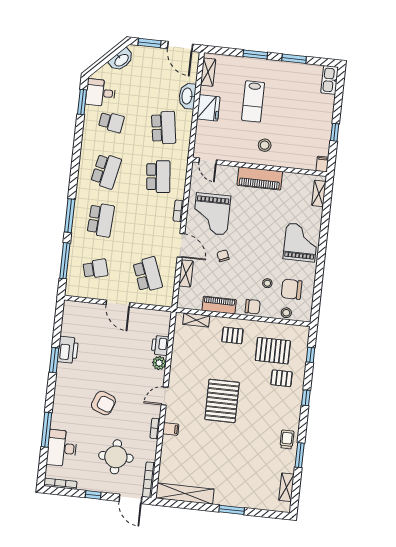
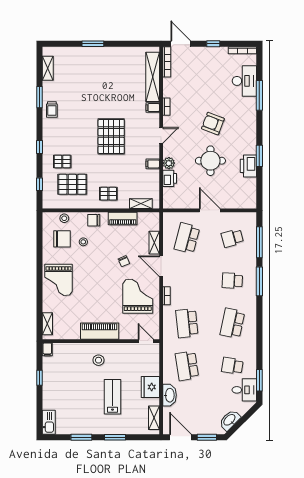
school desk: (101, 220) -> (232, 281), width x0.54
school desk: (148, 275) -> (187, 238), turned 36
filing cabinet: (178, 364) -> (153, 164), added
round table: (116, 457) -> (210, 161), moved
shelving: (185, 494) -> (153, 77), moved, turned 90

